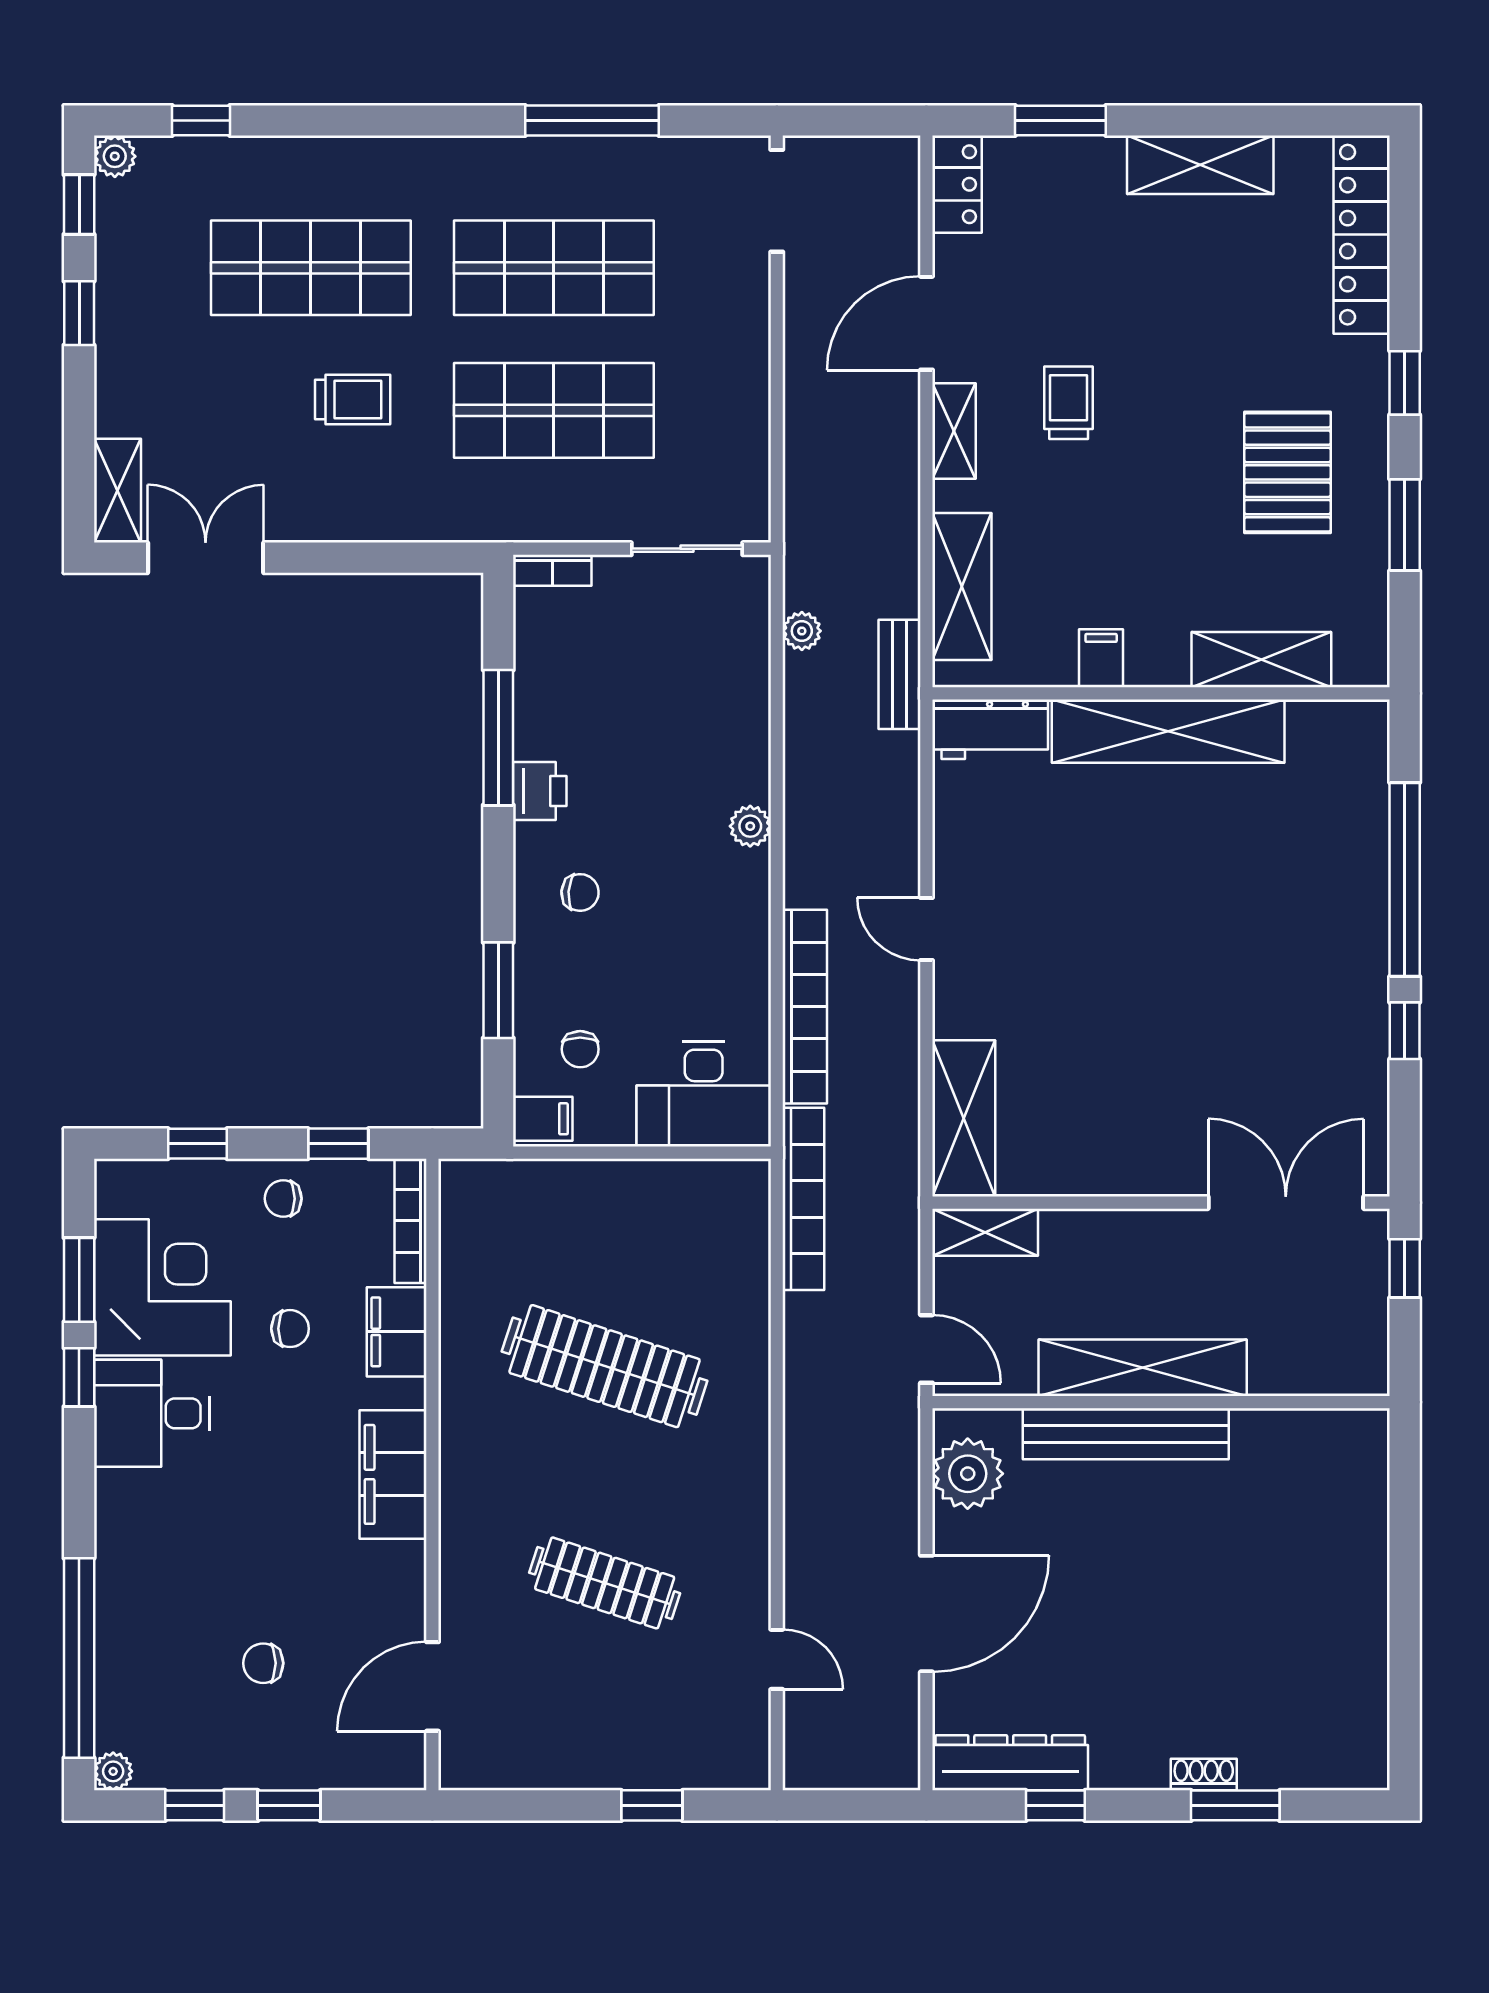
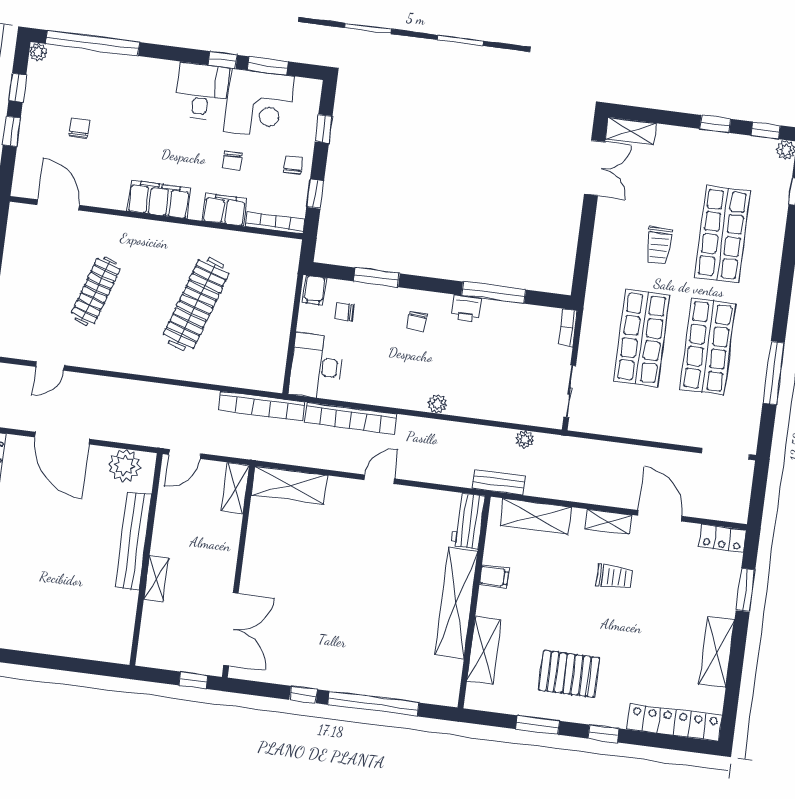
shelving: (1143, 1368) -> (156, 579), width x0.45, depth x0.75

